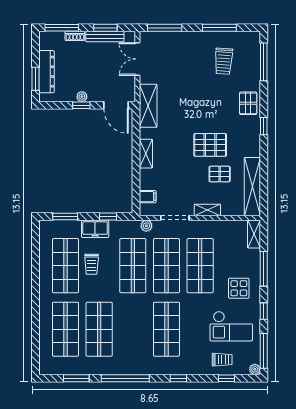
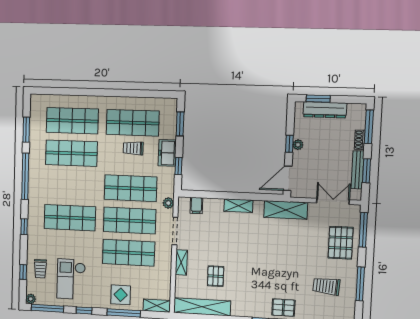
pallet: (210, 145) -> (341, 243), moved
display table: (239, 288) -> (121, 295), moved

